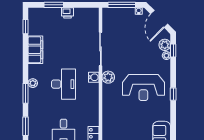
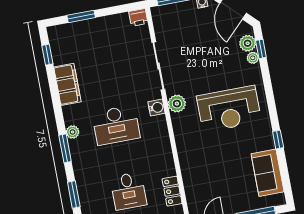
printer: (67, 13) -> (138, 17), moved
desk: (64, 84) -> (116, 125), turned 90
window: (173, 94) -> (278, 140), moved

